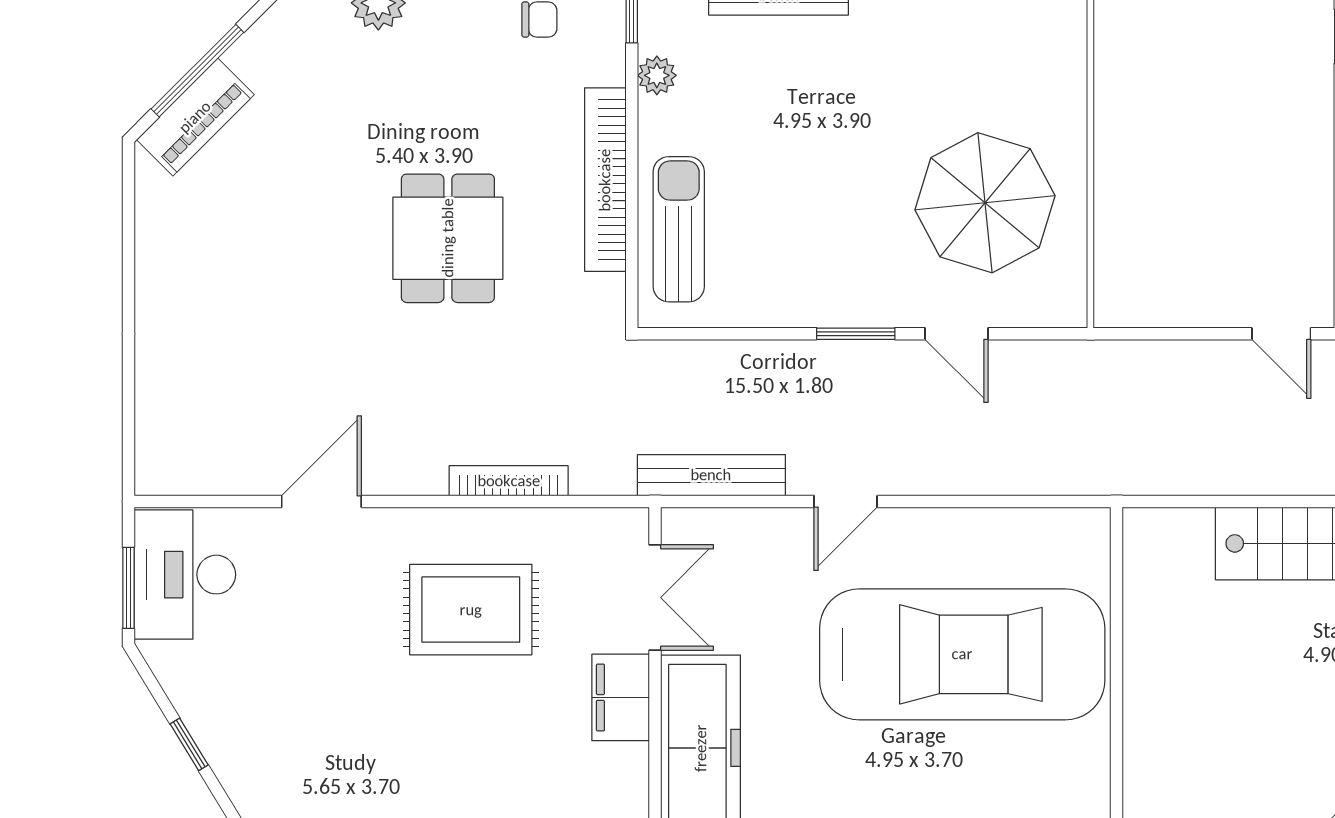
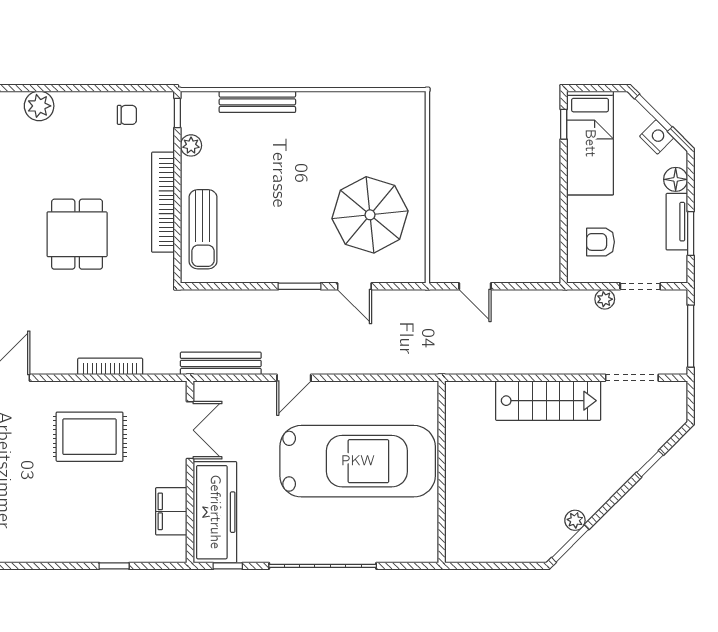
sun lounger: (679, 229) -> (203, 229), turned 180
door: (1281, 334) -> (475, 286), moved
filing cabinet: (621, 697) -> (171, 511), moved

